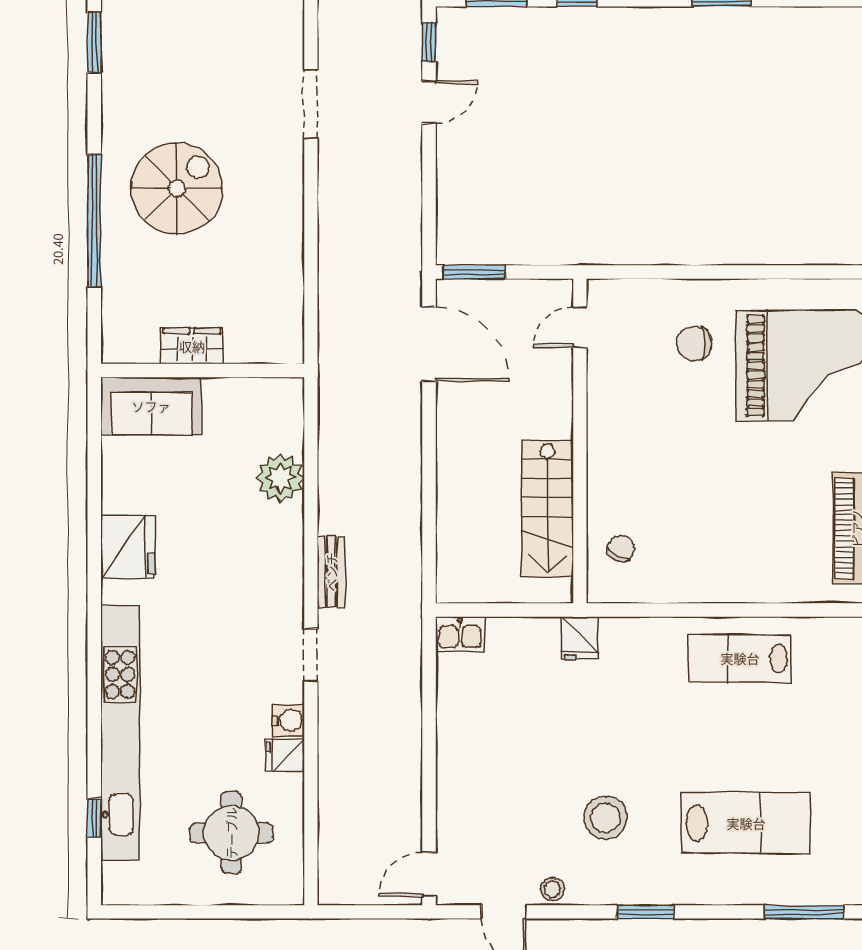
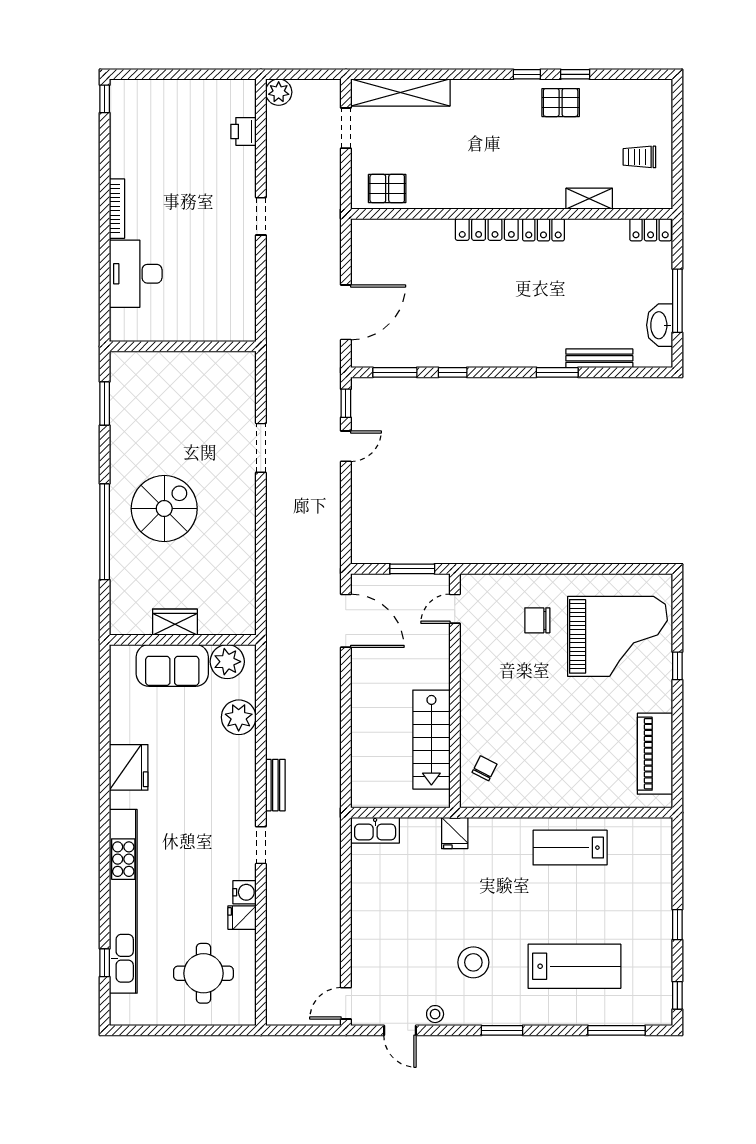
window: (474, 272) -> (412, 569), moved
plant: (264, 401) -> (227, 662), added
sofa: (151, 406) -> (172, 665), moved
kitchen sink: (460, 634) -> (375, 830), width x1.38

